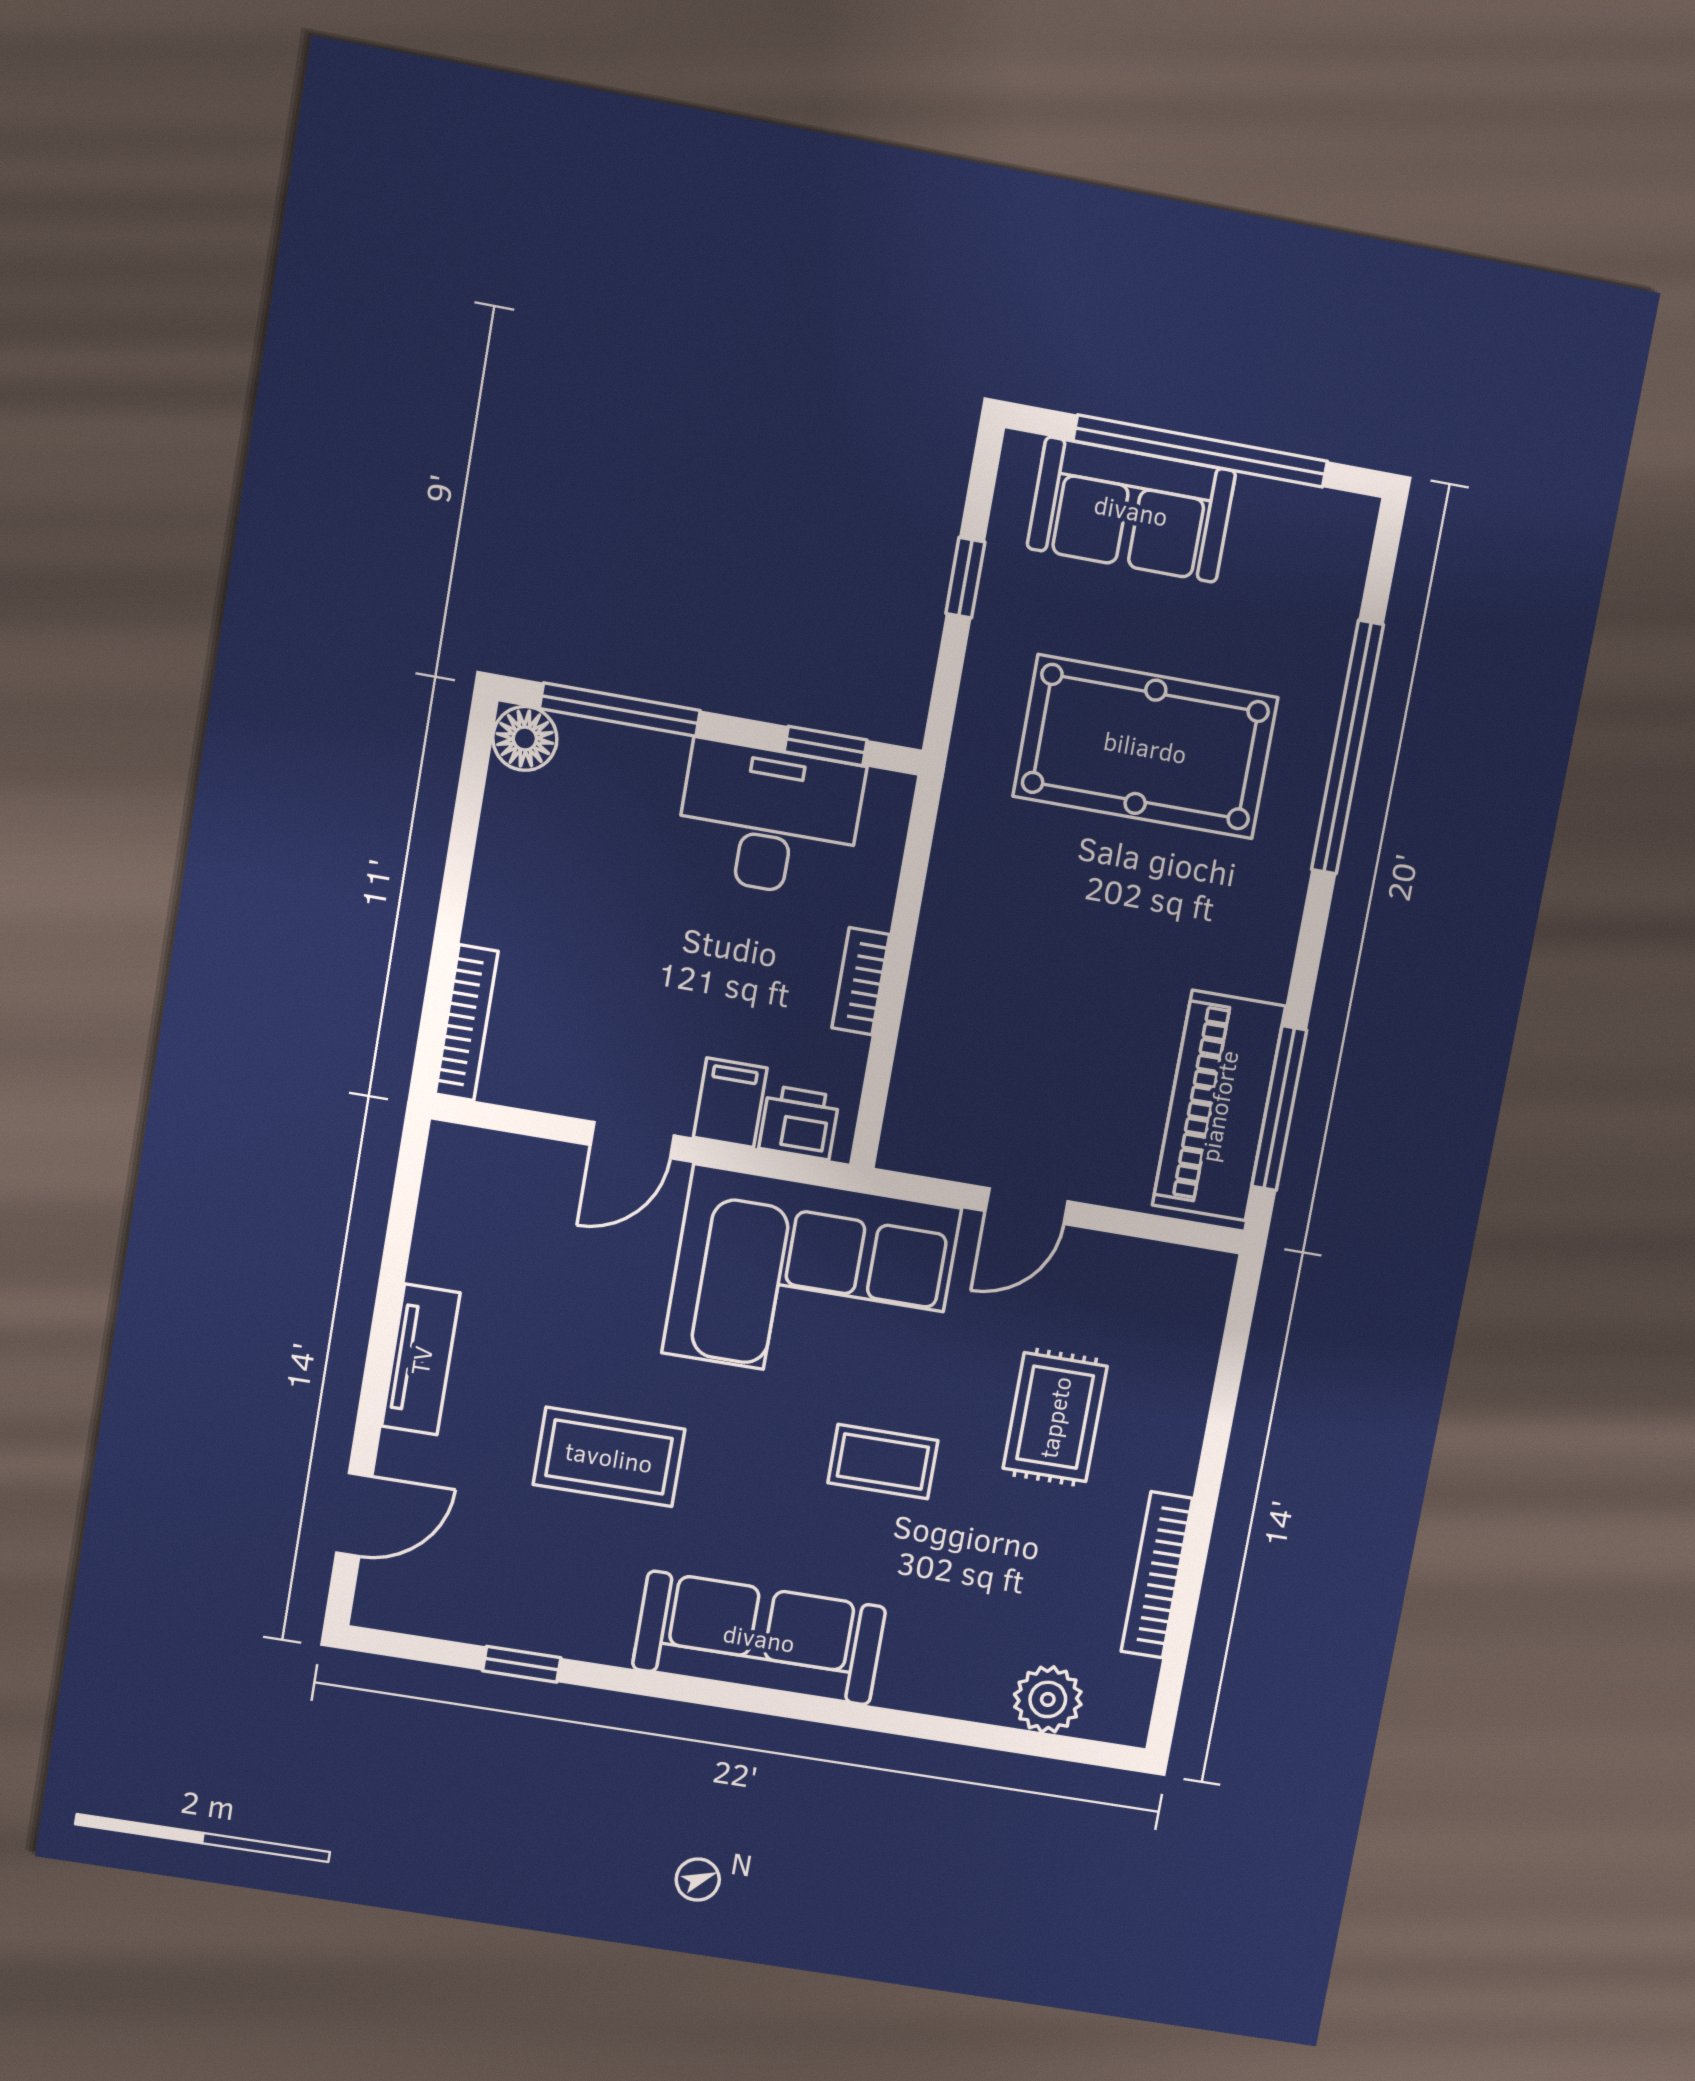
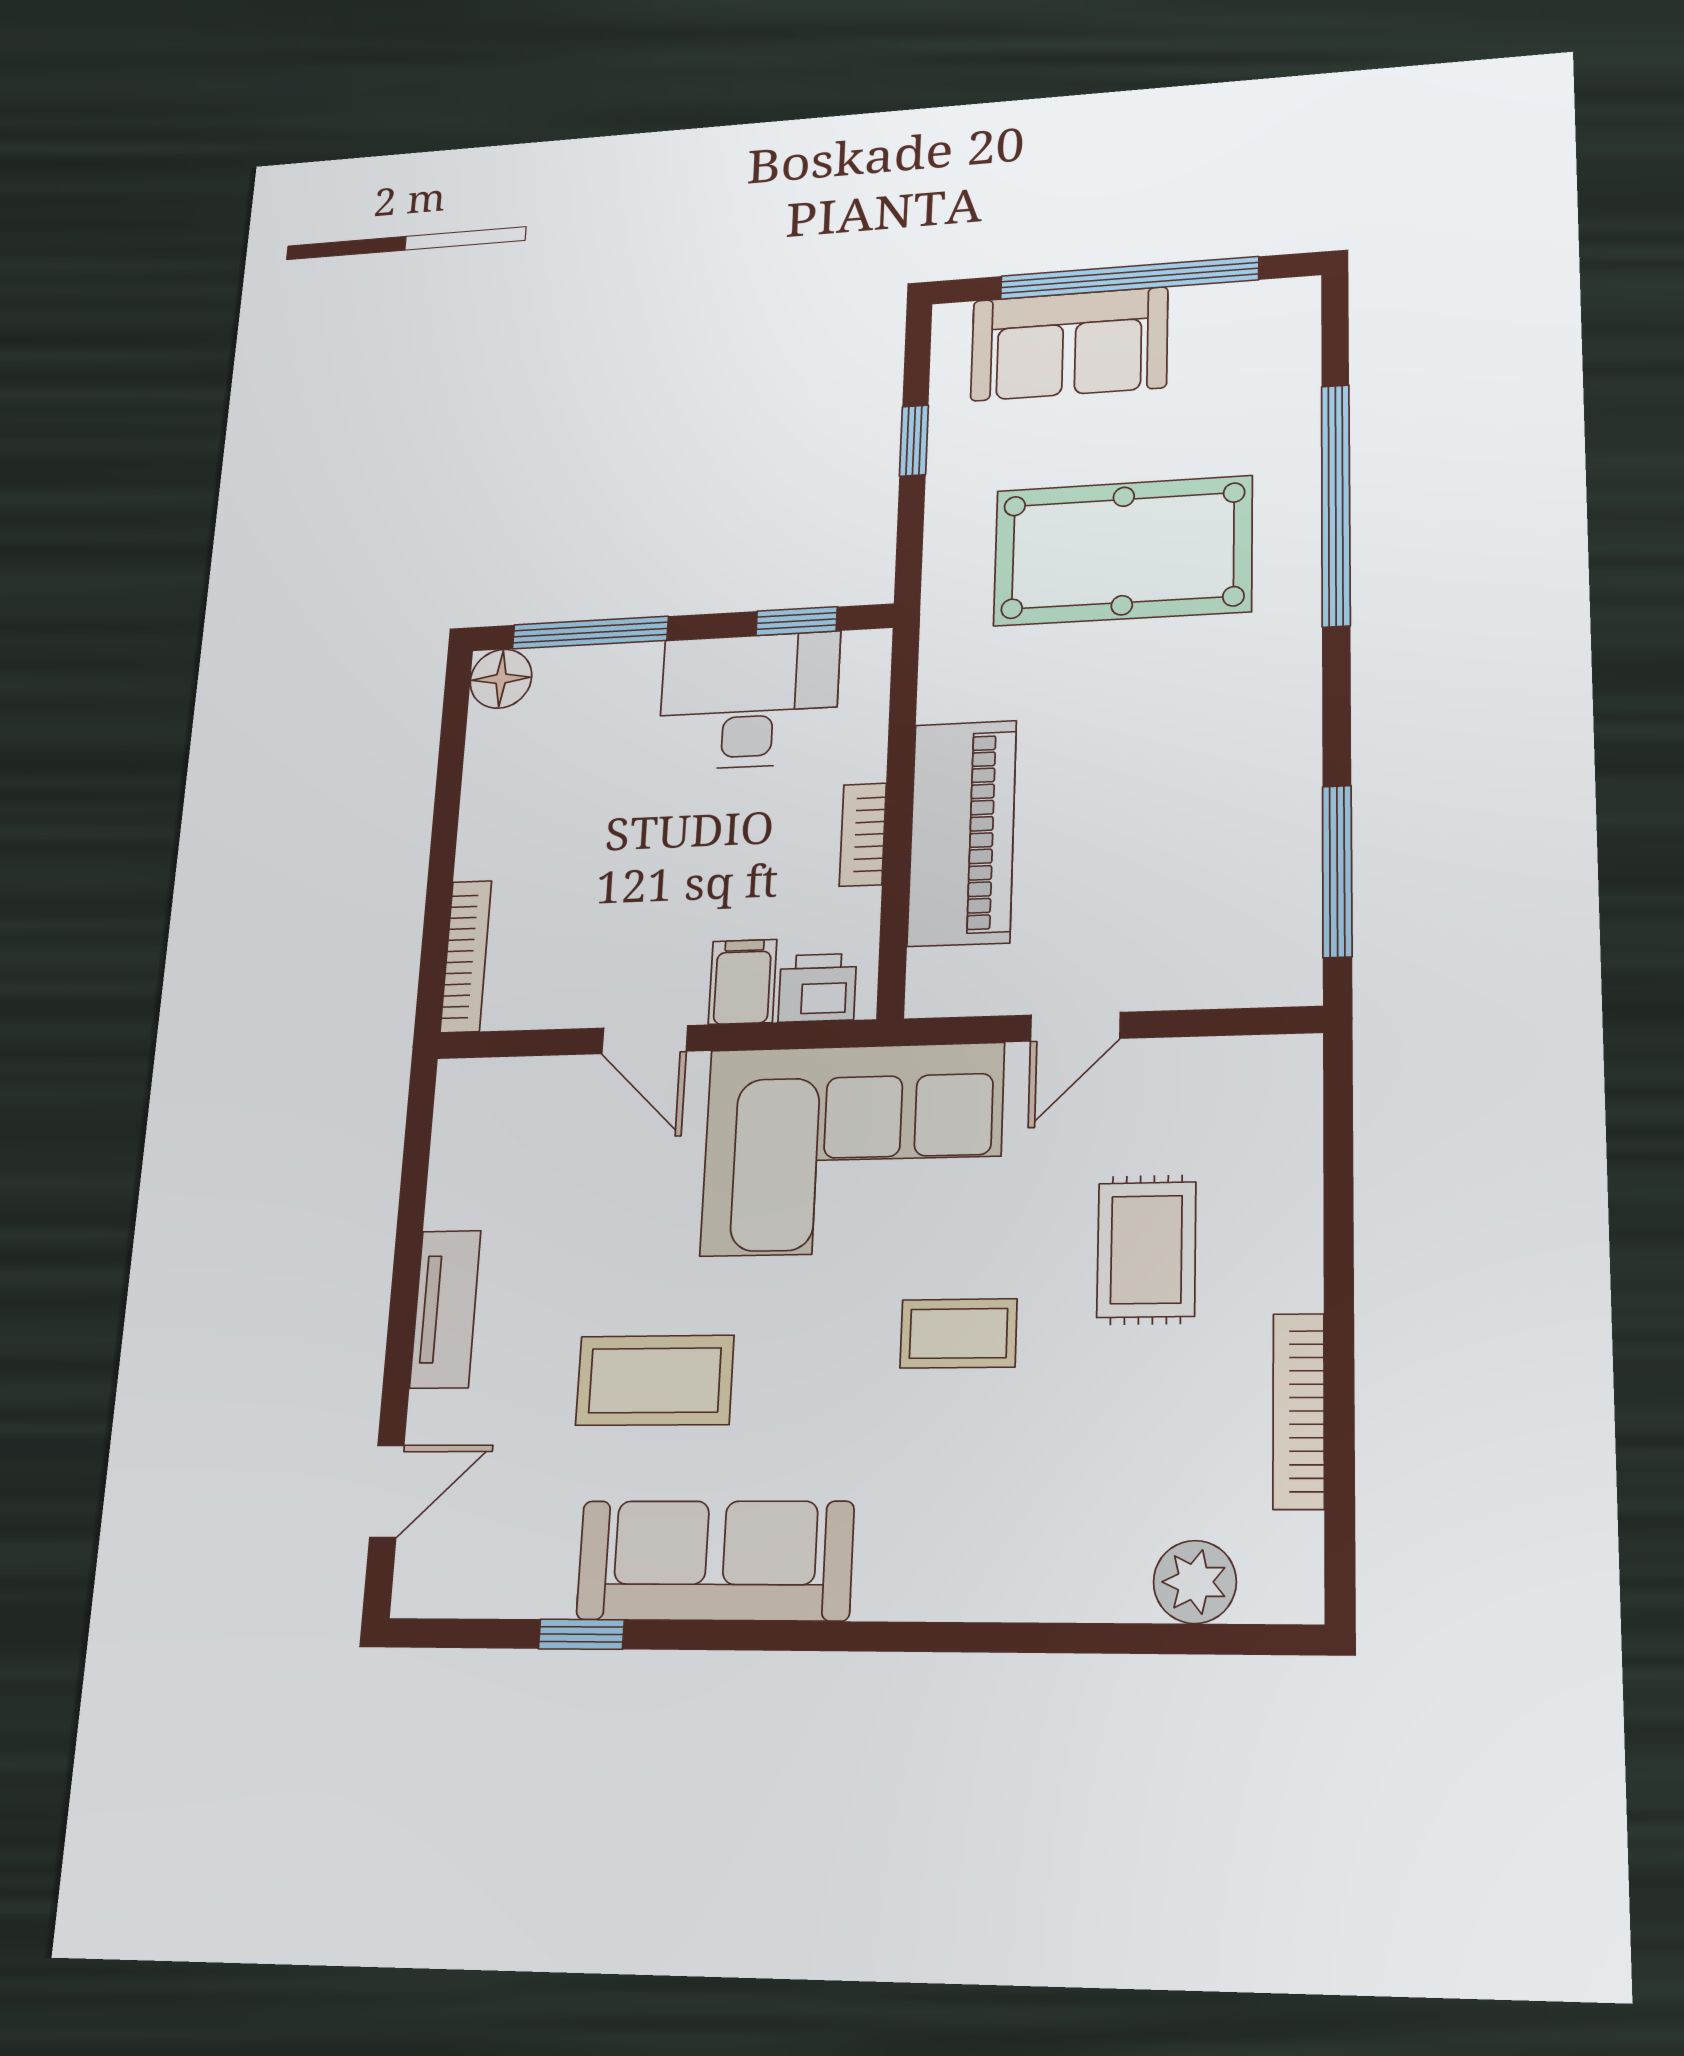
piano: (1219, 1106) -> (962, 833), moved, turned 180
door: (632, 1140) -> (645, 1040), hinge flipped
sofa: (759, 1638) -> (715, 1560), moved

